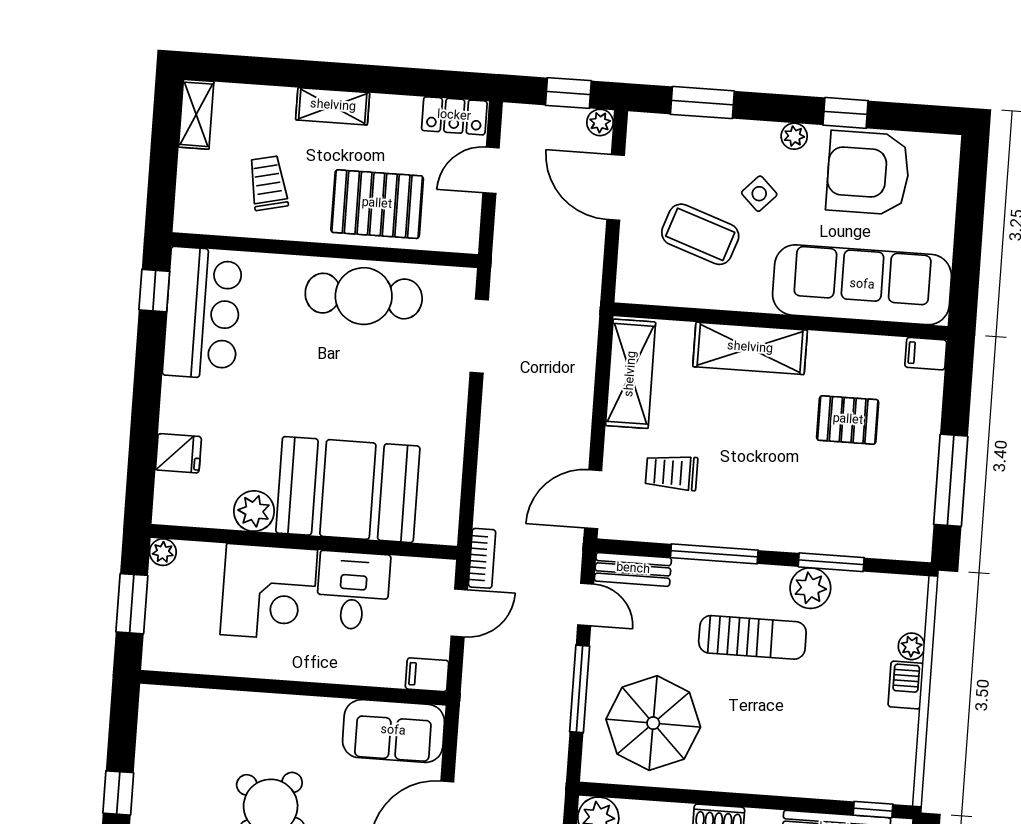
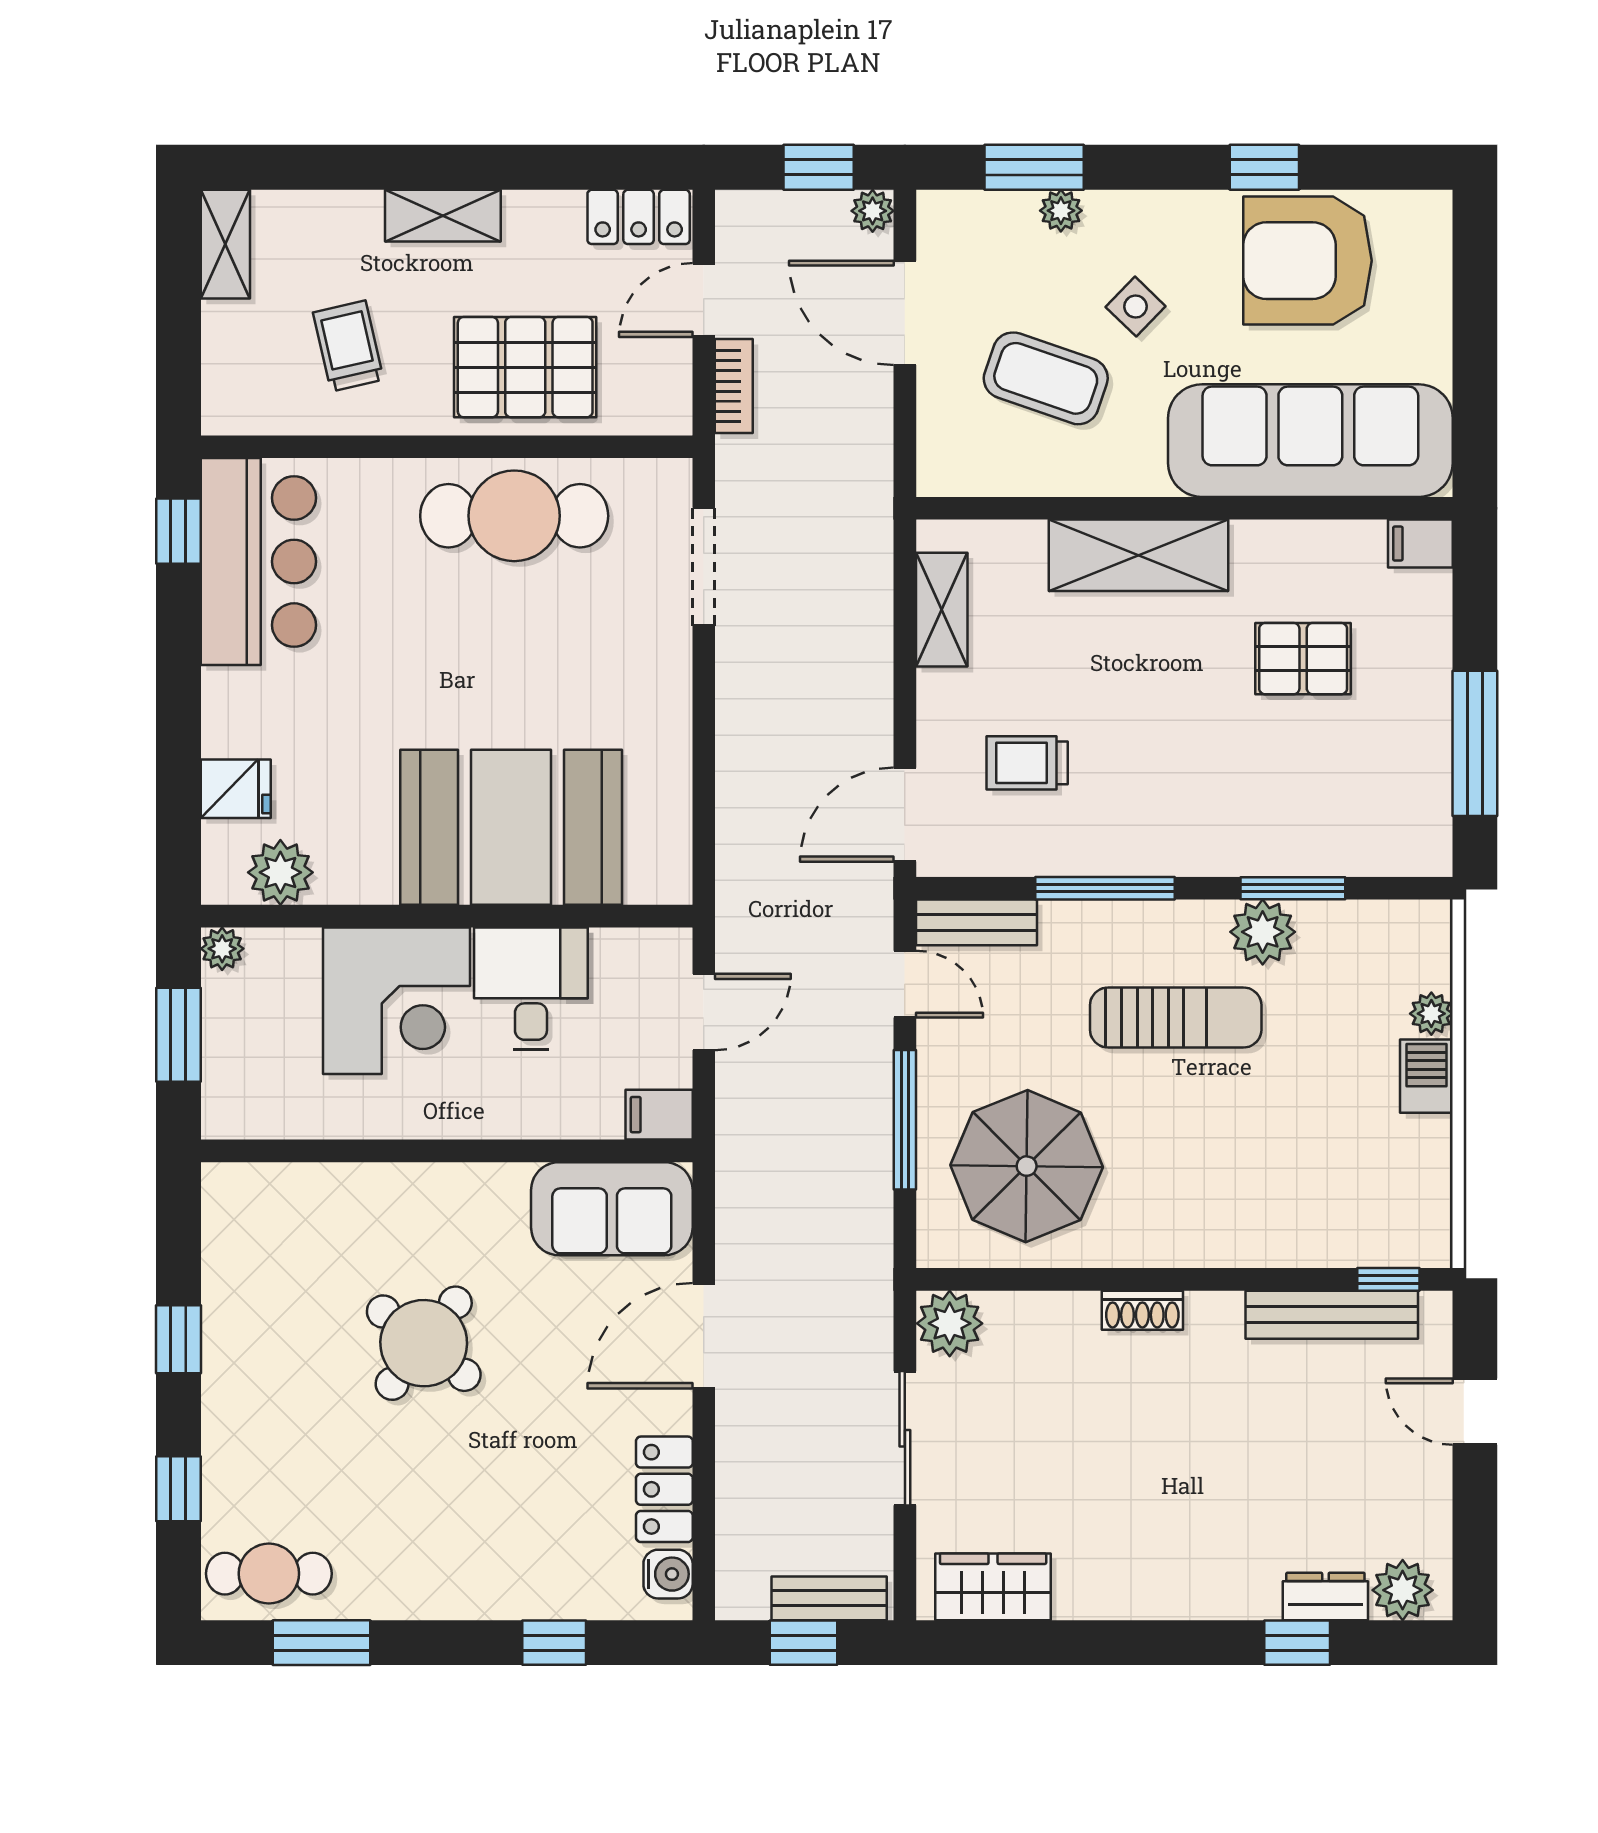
plant: (794, 136) -> (1061, 211), moved
shelving: (631, 374) -> (942, 610), width x0.67, depth x0.75
plant: (254, 511) -> (280, 872), moved
bookcase: (482, 558) -> (734, 386), moved

